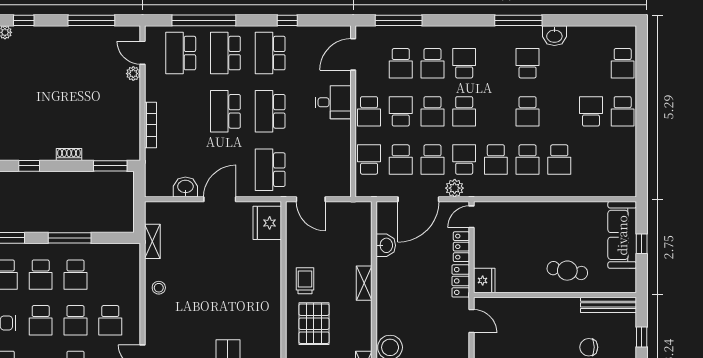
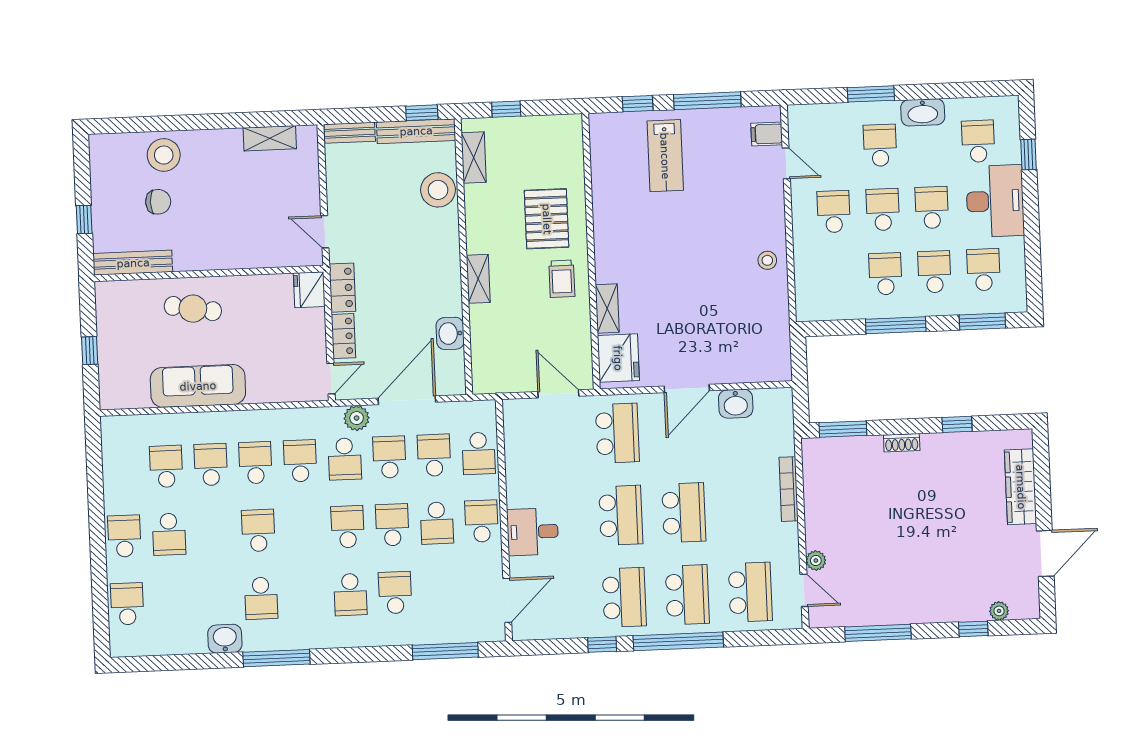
window: (204, 20) -> (678, 641), moved
school desk: (401, 63) -> (166, 466), moved
sofa: (622, 235) -> (198, 386), moved, turned -90
shelving: (152, 241) -> (607, 309), moved

